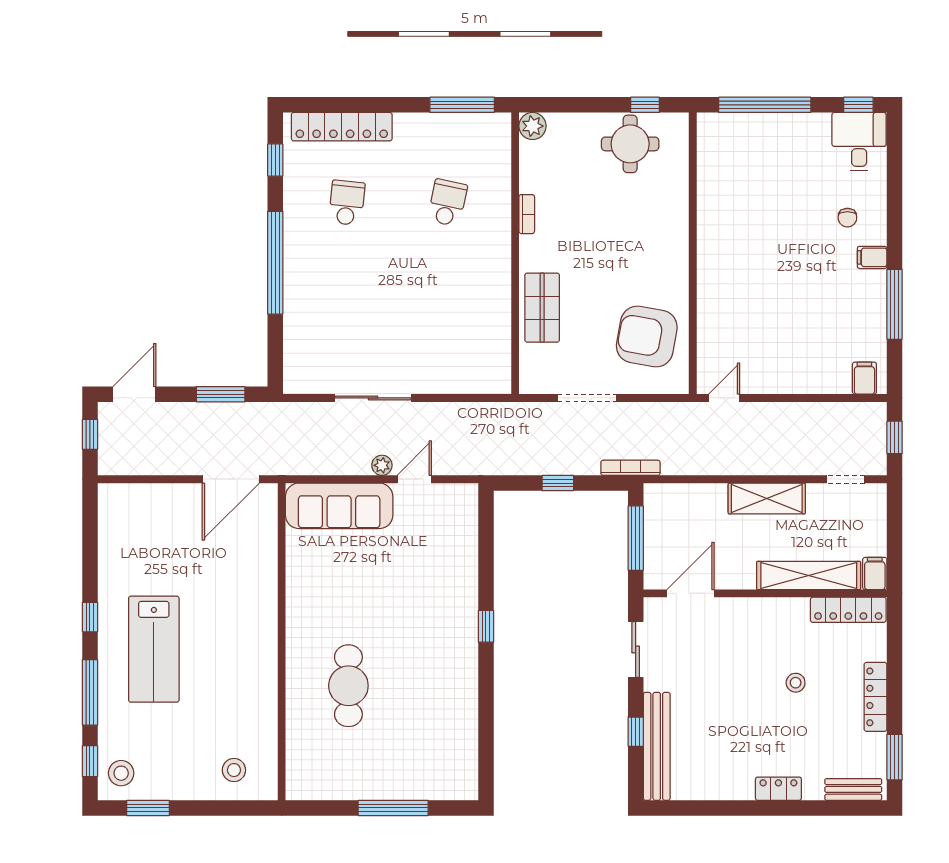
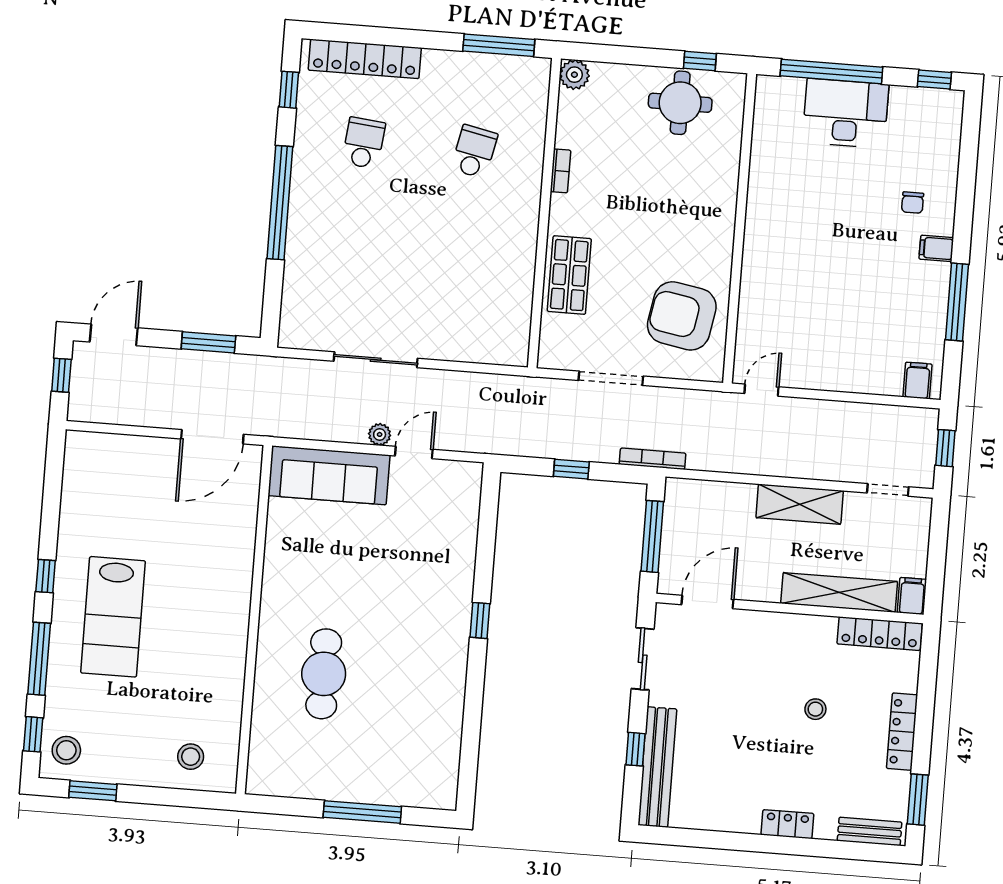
desk: (859, 142) -> (846, 113), moved, width x1.37

